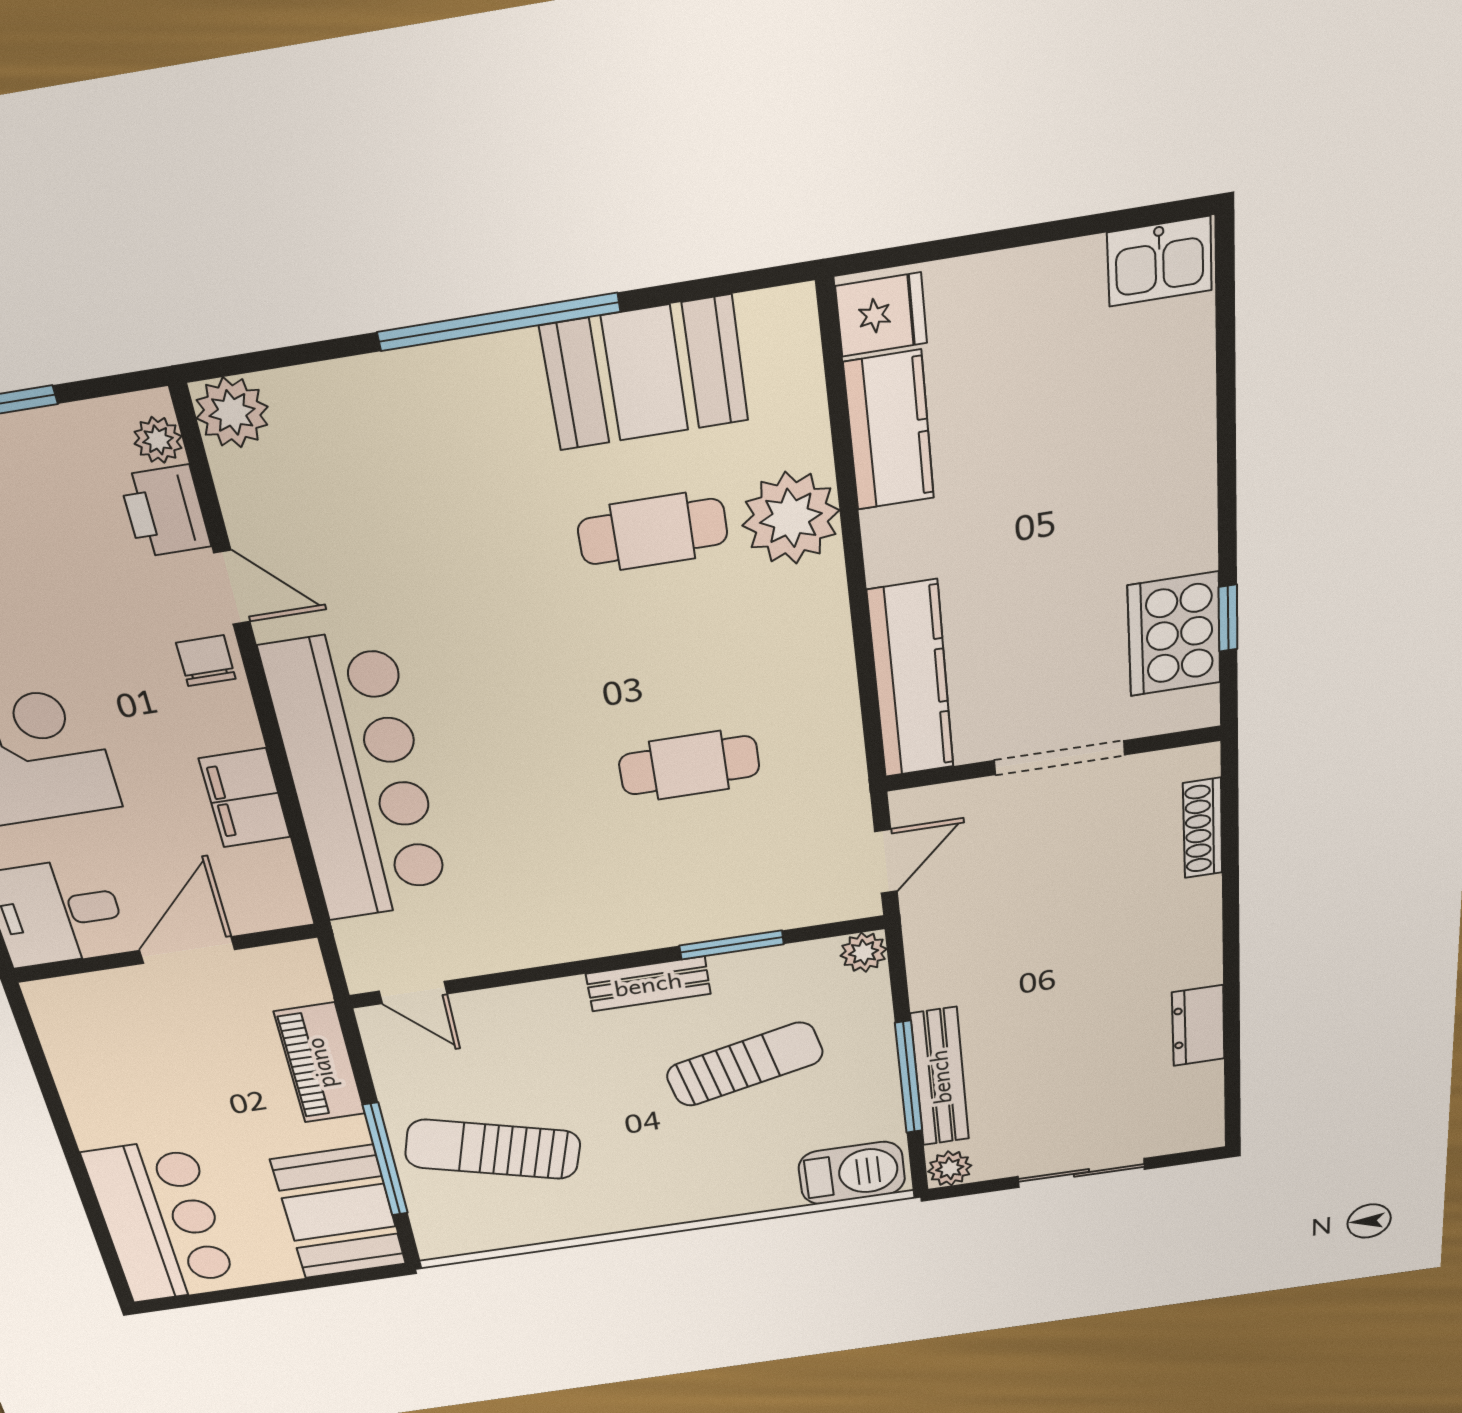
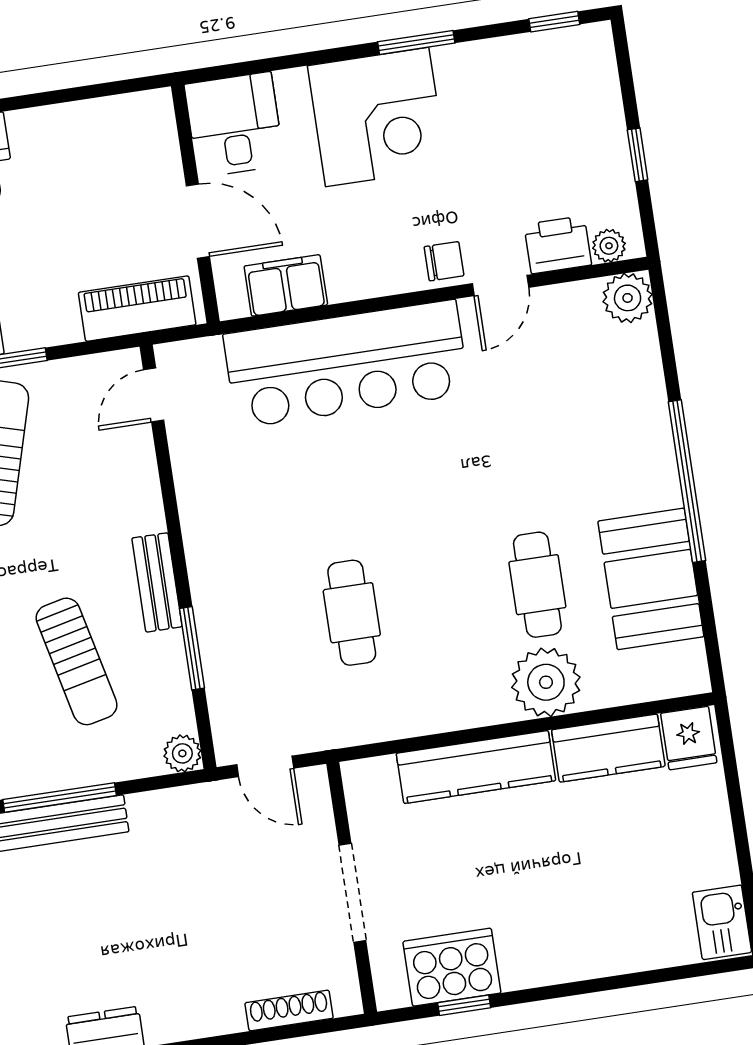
kitchen counter: (911, 680) -> (476, 767), moved
filing cabinet: (245, 798) -> (286, 285), moved
piano: (320, 1063) -> (137, 309), moved

